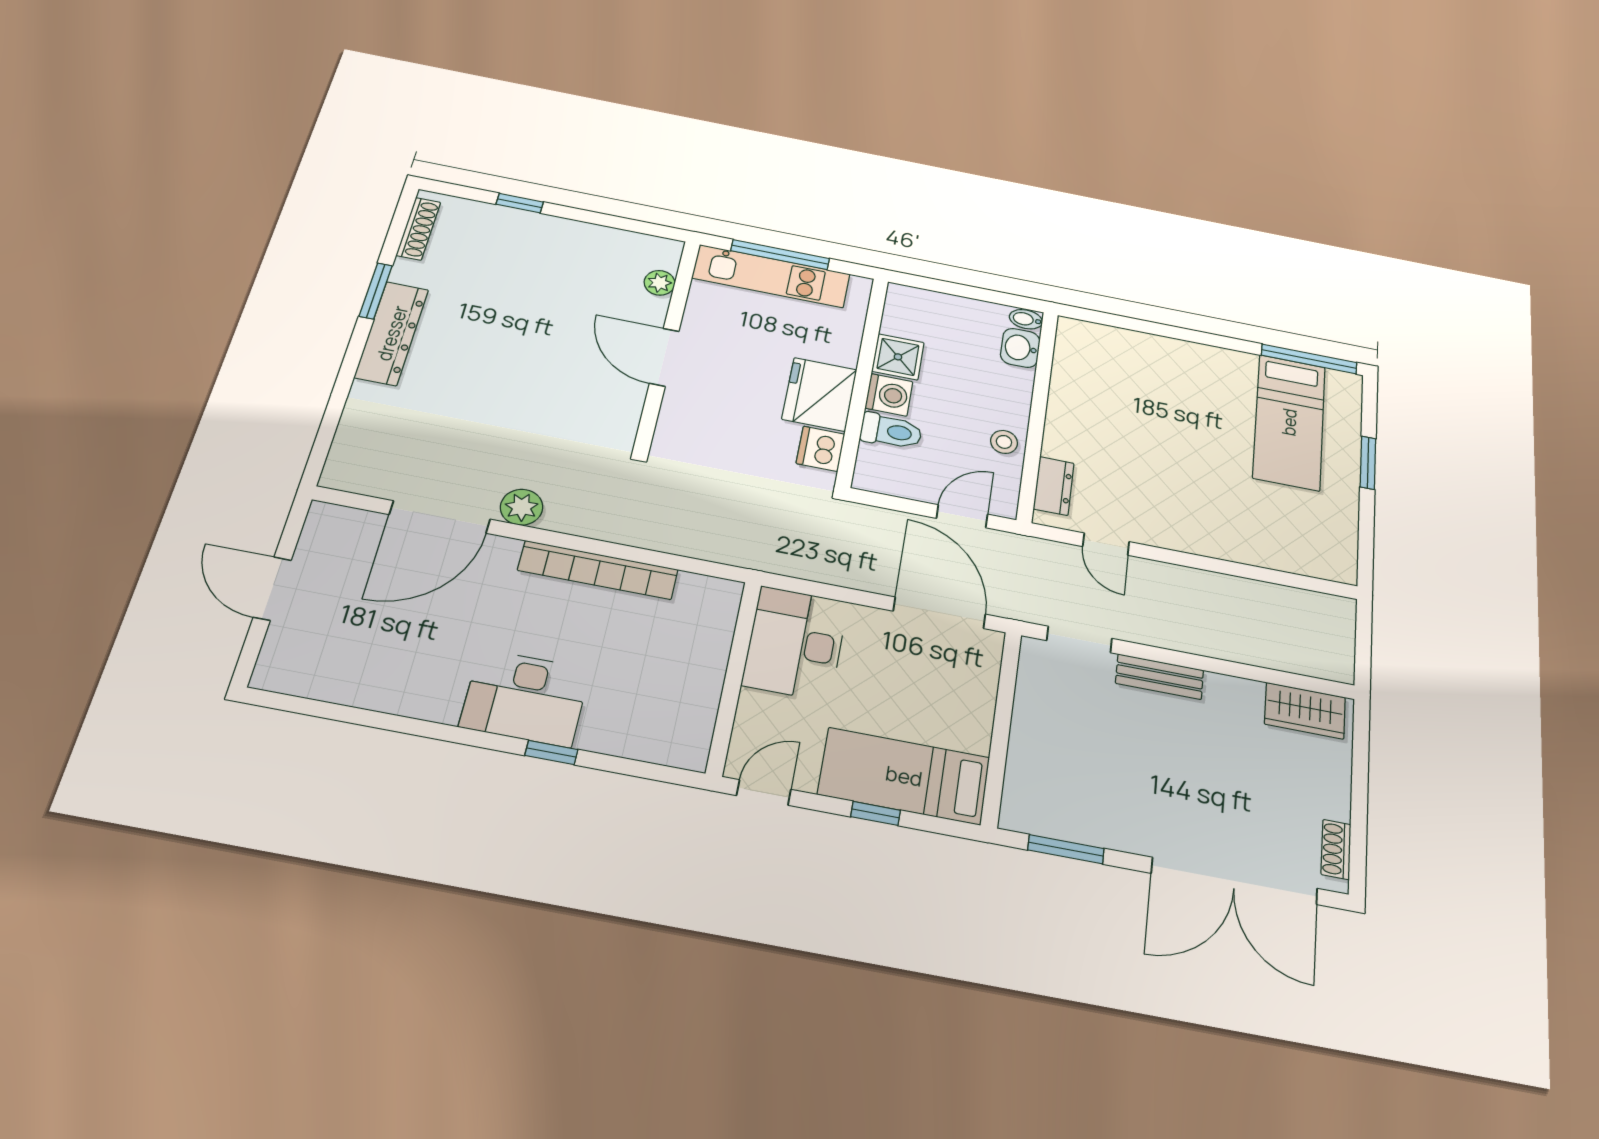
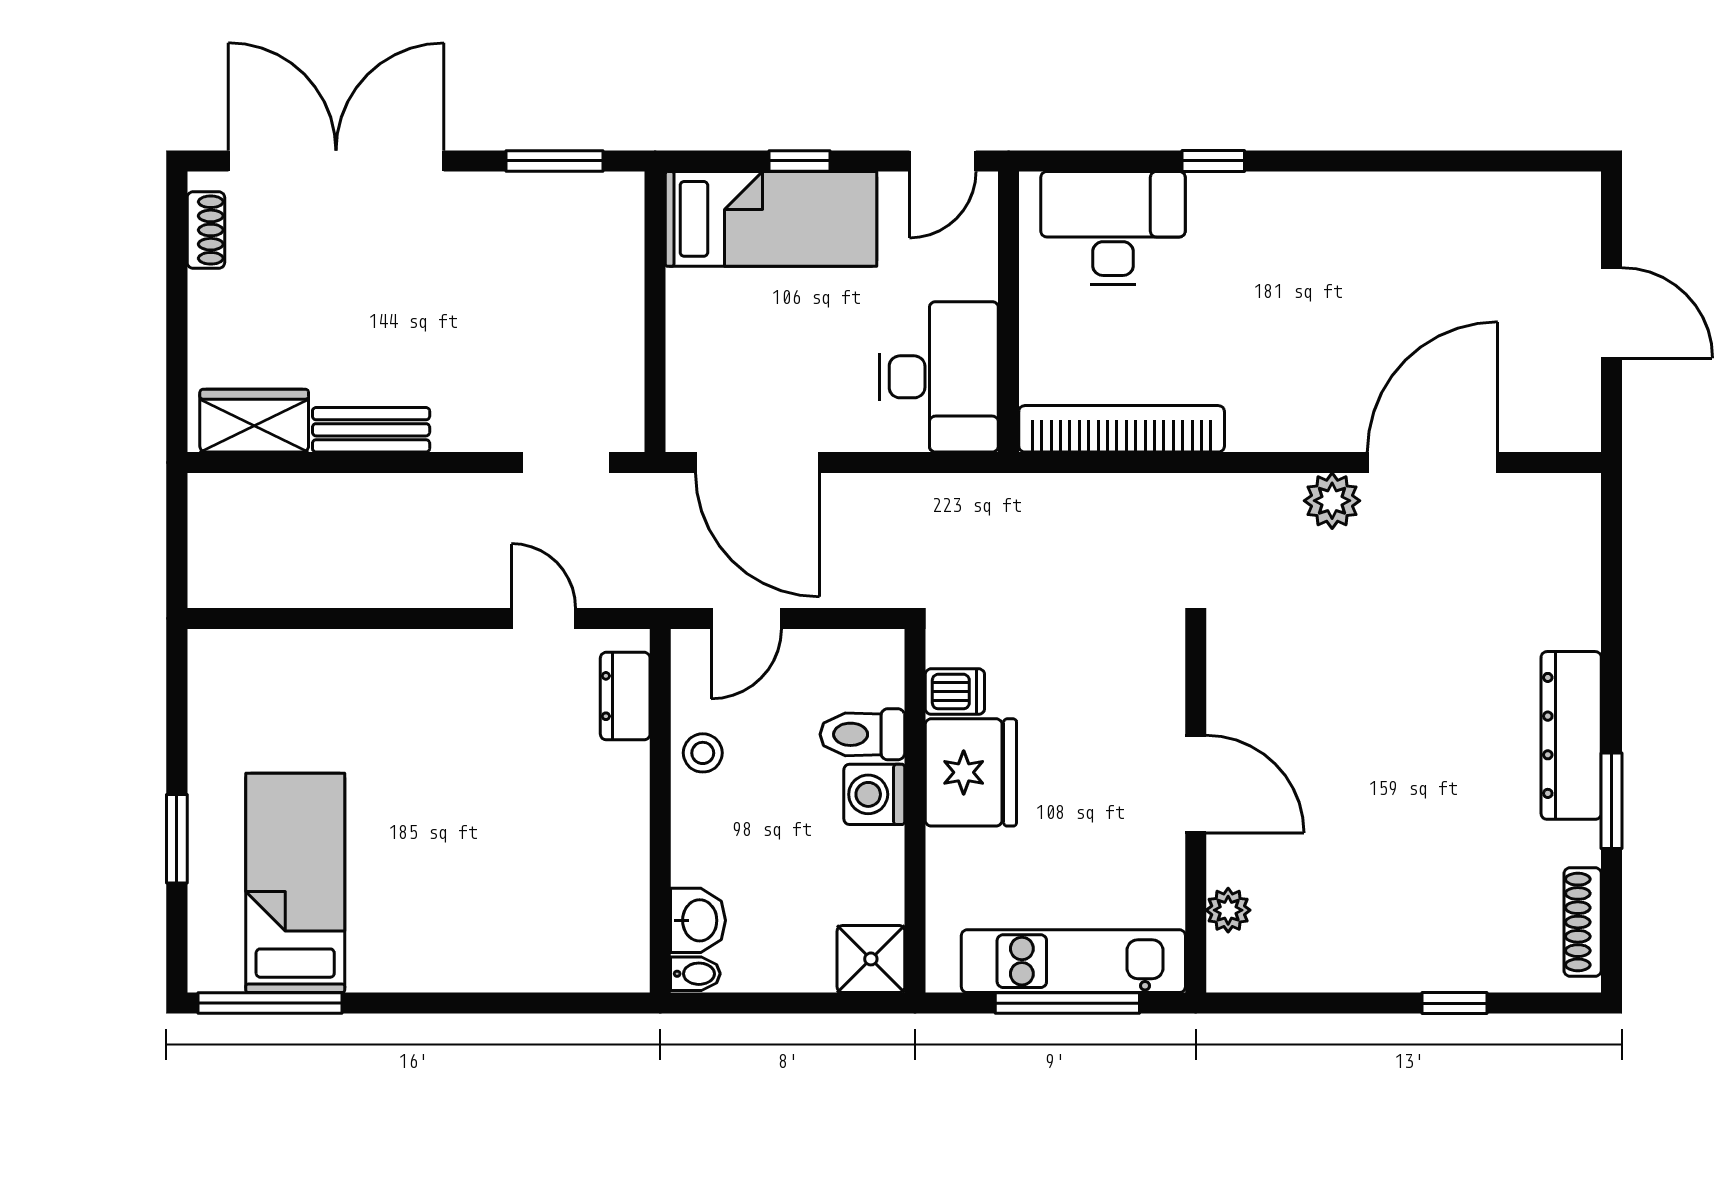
shower: (898, 357) -> (871, 959), moved
dishwasher: (821, 449) -> (955, 692), width x0.73
bookcase: (598, 570) -> (1122, 429), moved
bench: (1160, 677) -> (371, 430), moved
desk: (525, 698) -> (1113, 228), moved

